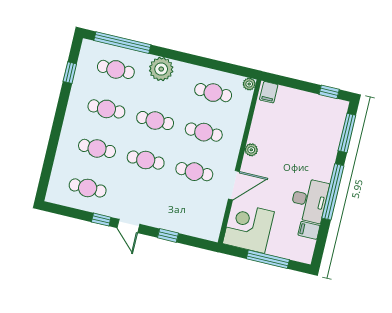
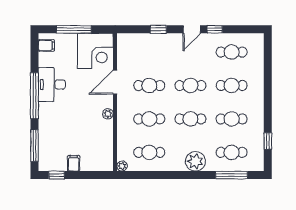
window: (122, 43) -> (232, 175), width x0.68
filing cabinet: (269, 92) -> (74, 163), moved
door: (128, 226) -> (192, 29), swing flipped
filing cabinet: (309, 230) -> (46, 45), moved

